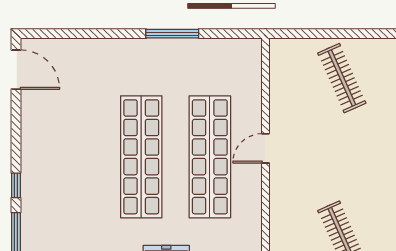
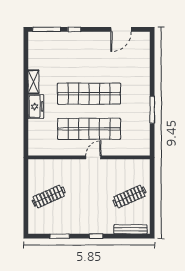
door: (16, 70) -> (121, 29), moved
door: (266, 148) -> (93, 157), hinge flipped

